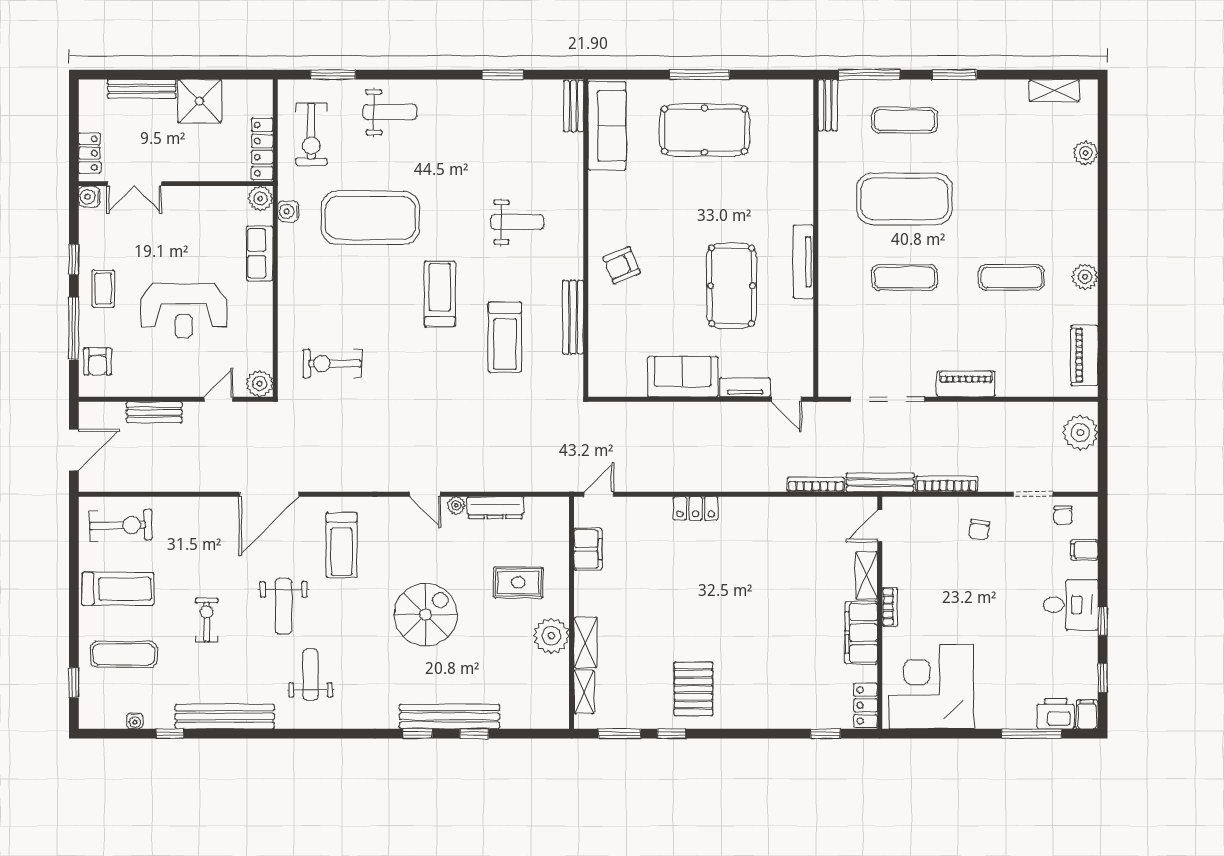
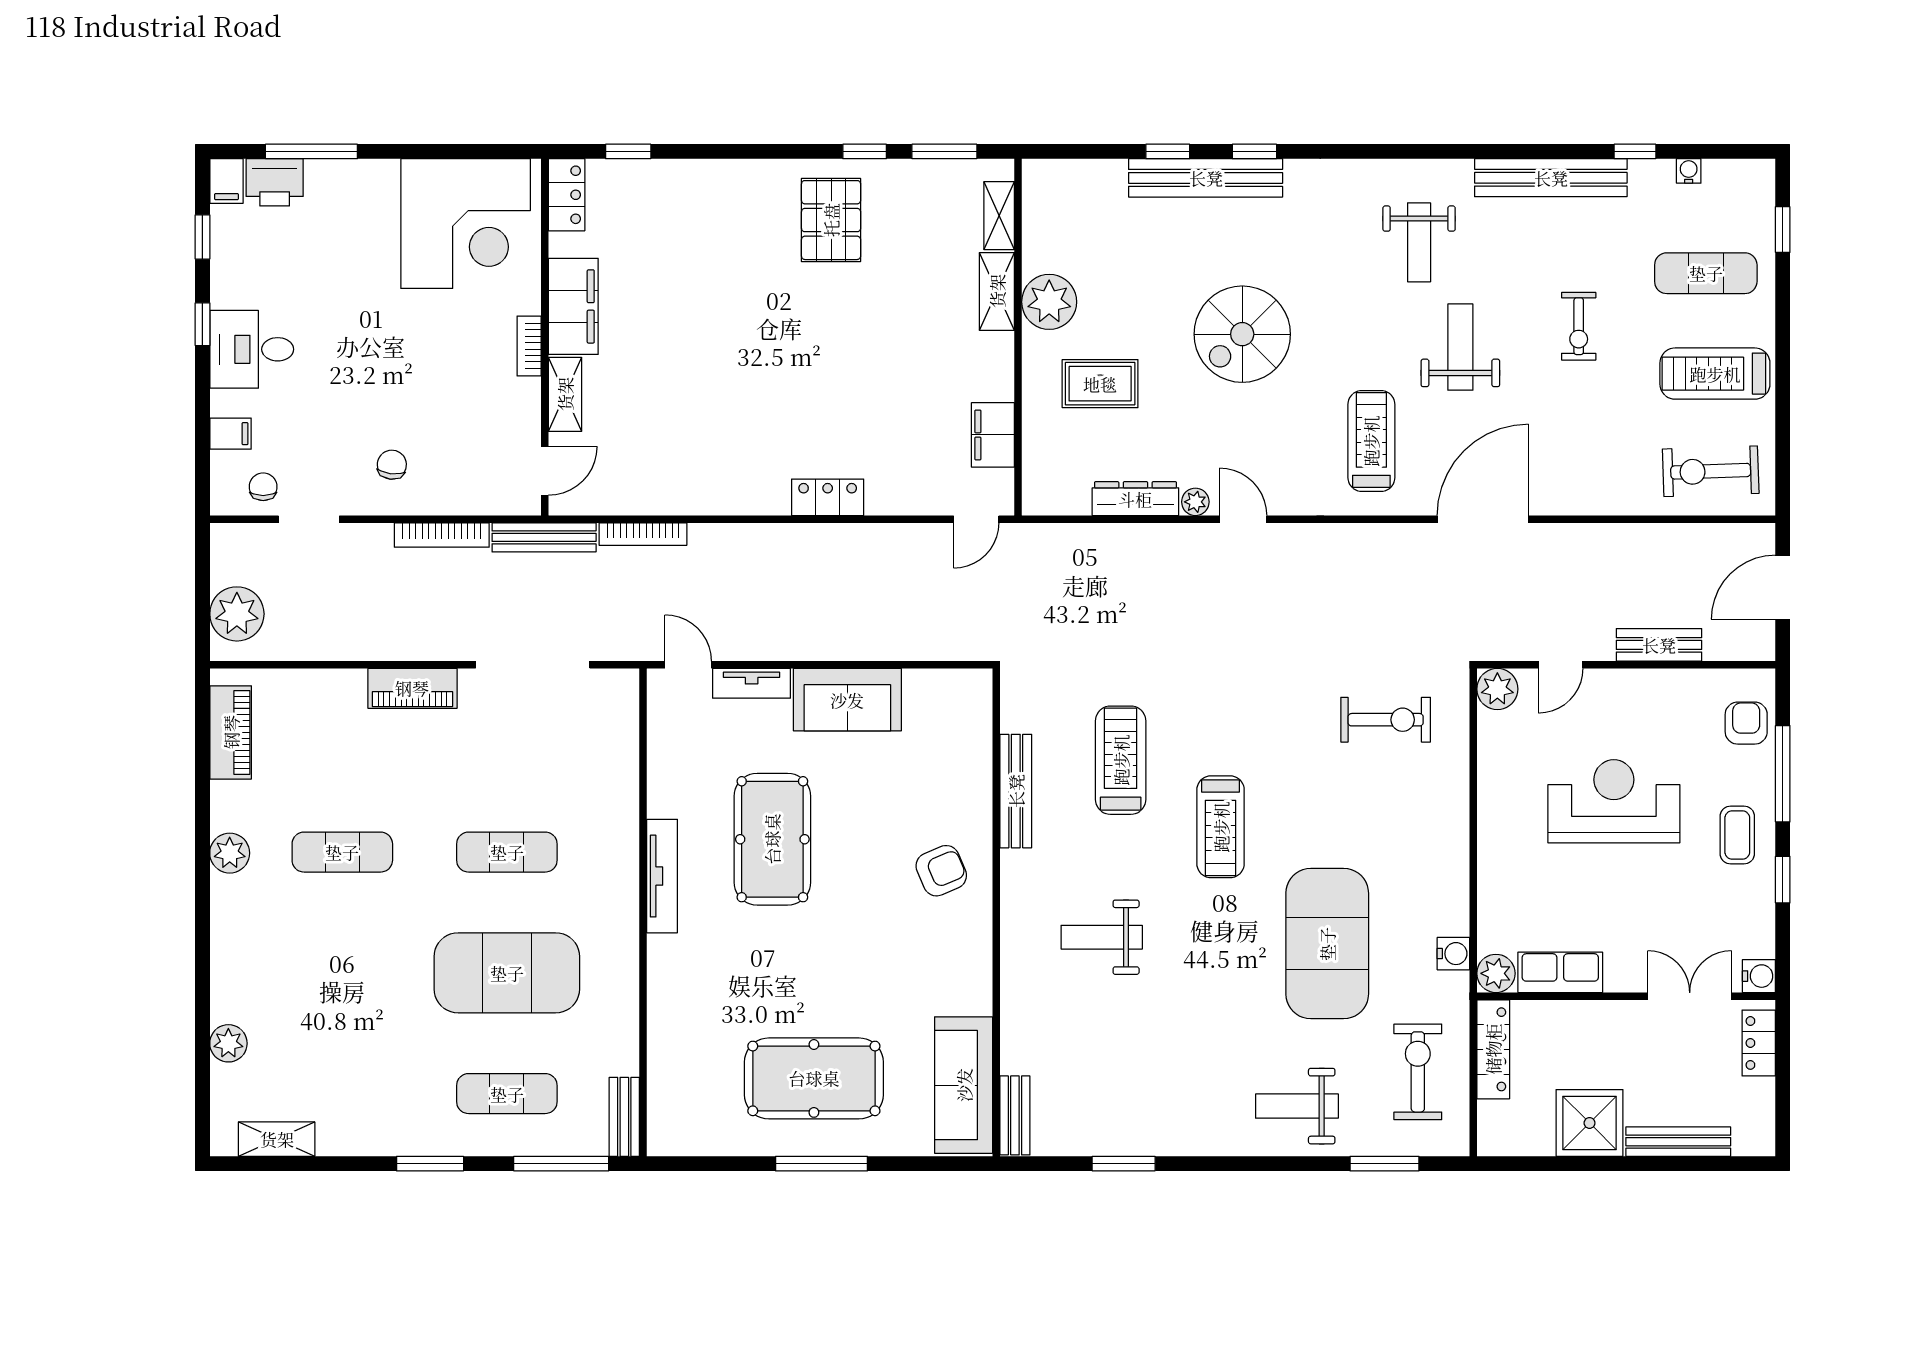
exercise mat: (370, 218) -> (1327, 944), turned 90
row of seats: (260, 253) -> (1560, 972), moved, turned -90

